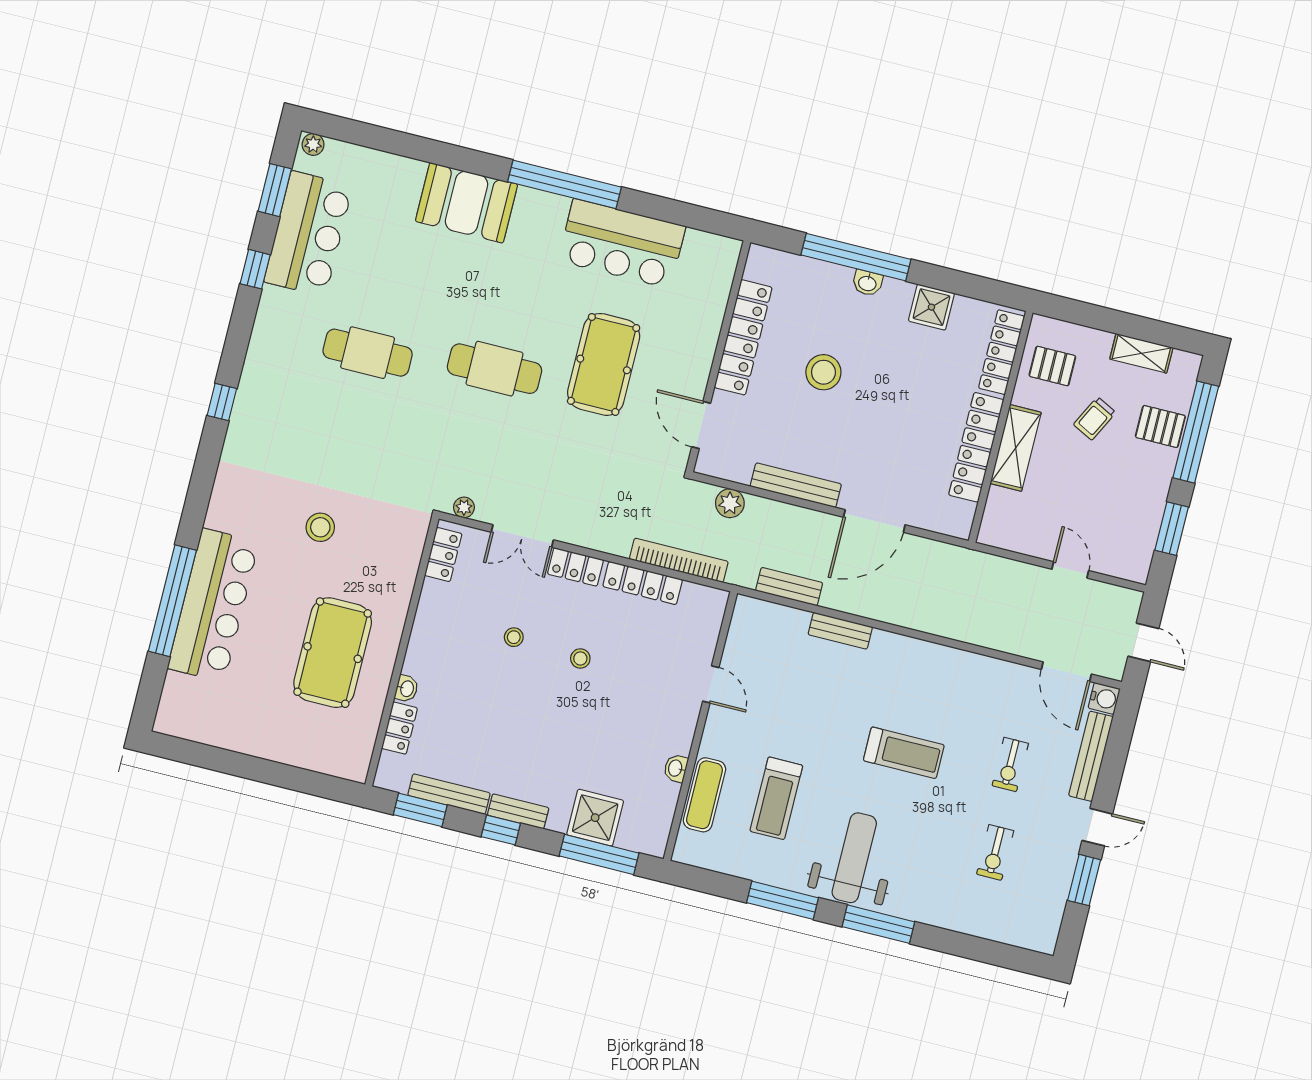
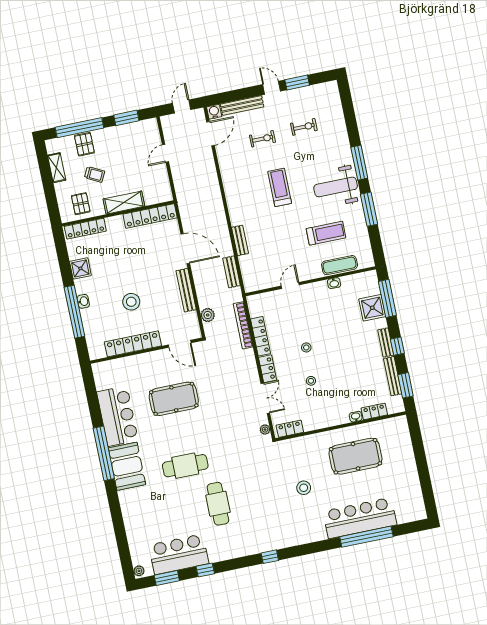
booth: (466, 203) -> (127, 466), moved
cafe table: (495, 369) -> (185, 466), moved, turned 90
door: (701, 425) -> (180, 344), hinge flipped
locker: (976, 447) -> (150, 216), moved

